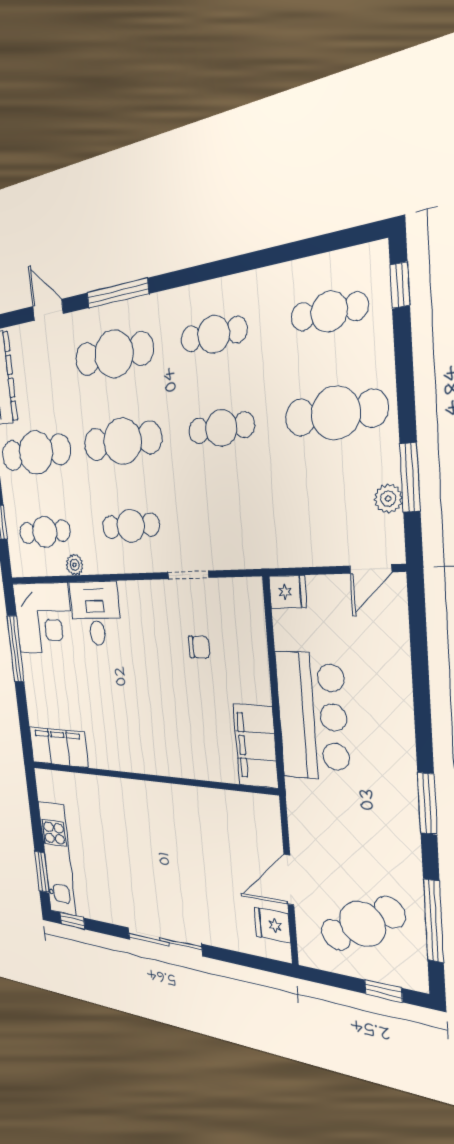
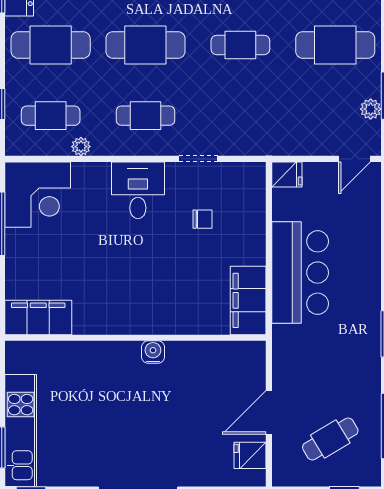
desk: (96, 613) -> (138, 190), moved
water cooler: (164, 795) -> (153, 352), added
cafe table: (362, 924) -> (330, 439), width x0.73, depth x0.74

